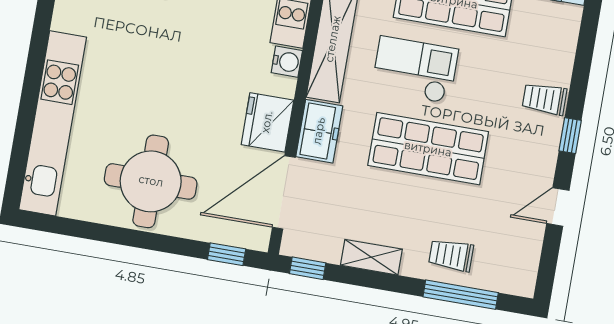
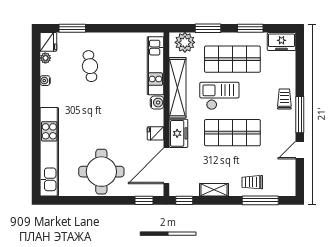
trolley: (545, 99) -> (284, 99), turned 90
fridge: (267, 122) -> (156, 133), width x0.53, depth x0.75
window: (570, 136) -> (300, 115), width x2.17

